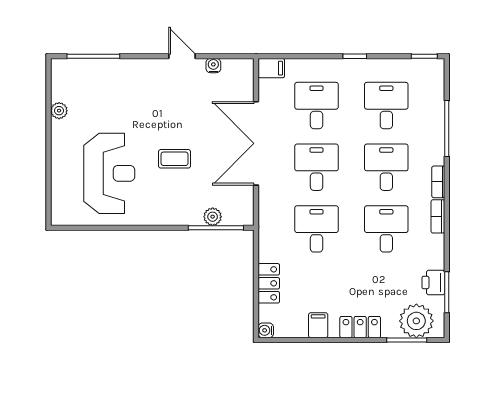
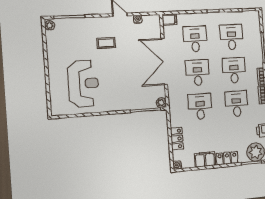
plant: (59, 111) -> (50, 25), moved
coffee table: (175, 159) -> (106, 43), moved
plant: (213, 217) -> (161, 103), moved
filing cabinet: (318, 325) -> (205, 159), width x2.00

